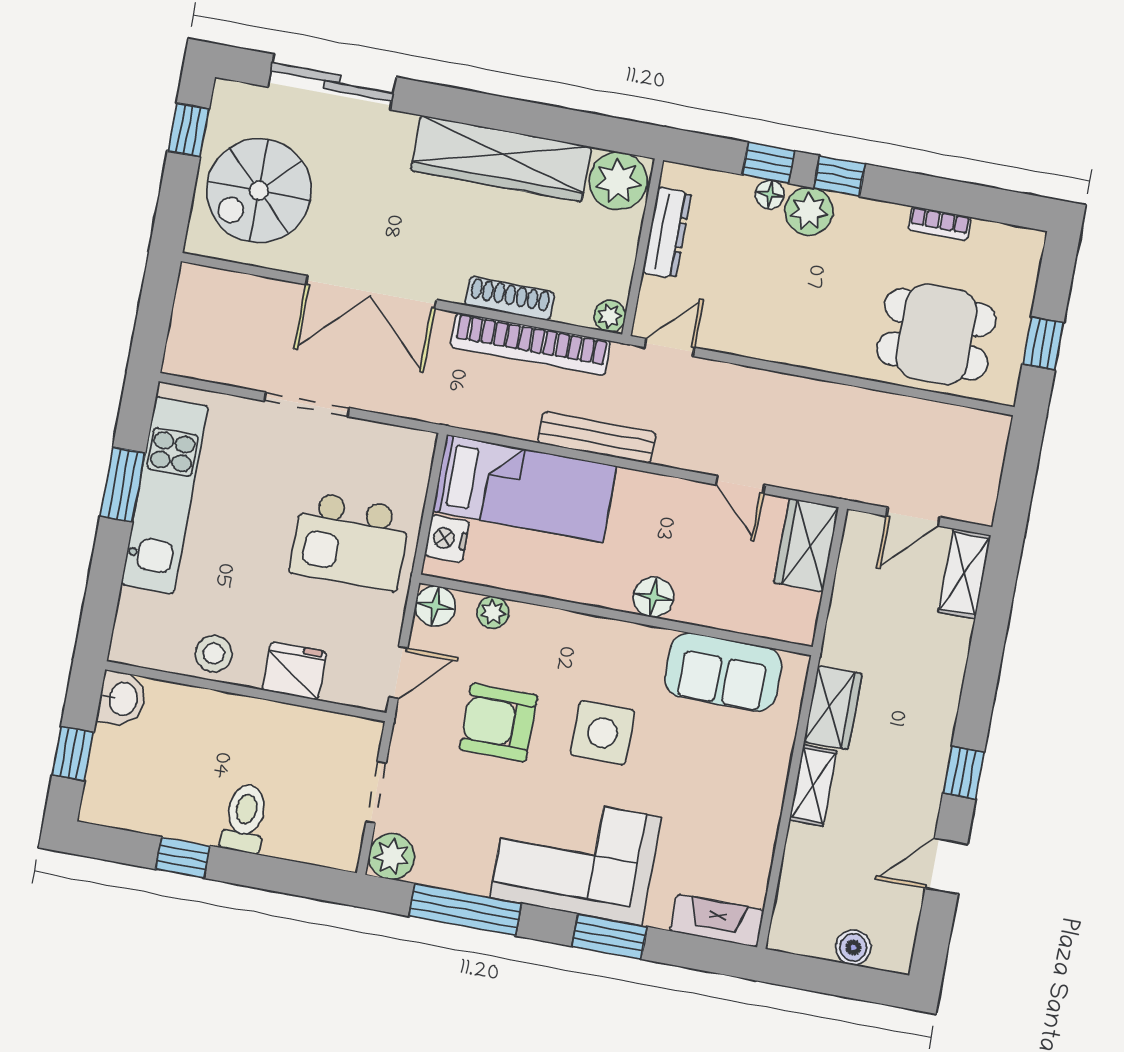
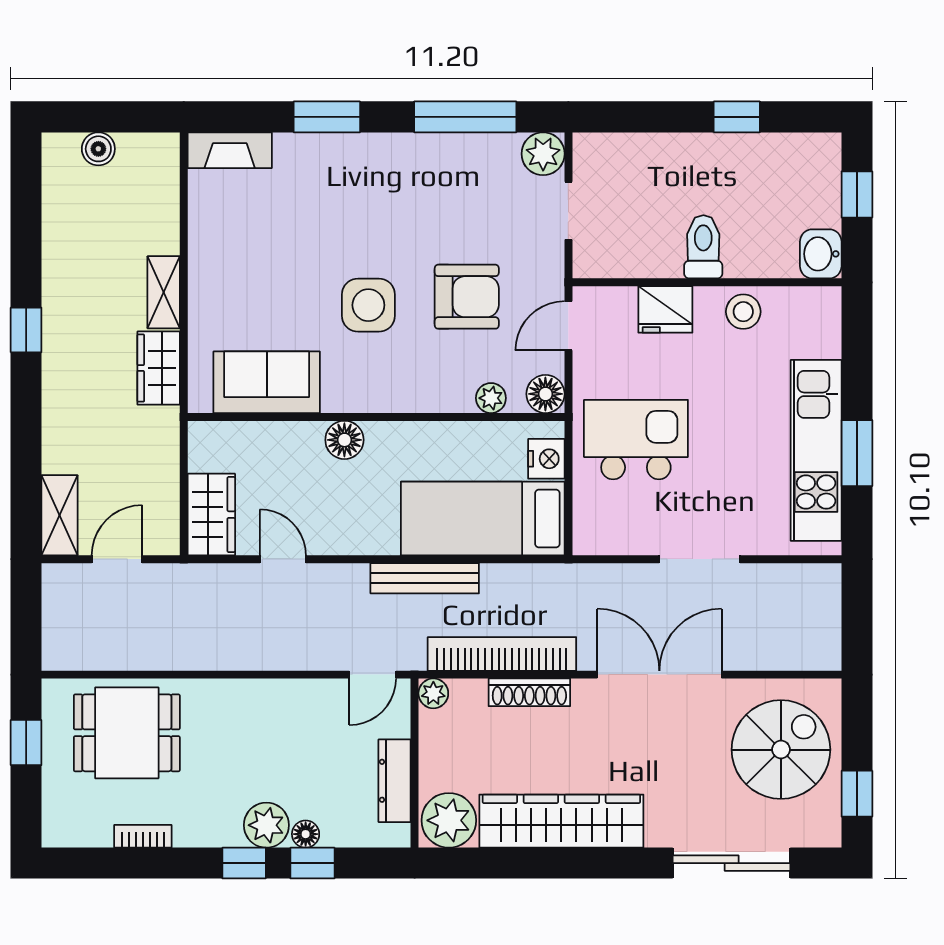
toilet: (245, 818) -> (703, 247), moved, turned 180
corner sofa: (576, 858) -> (372, 184), removed
door: (946, 866) -> (26, 240), removed

